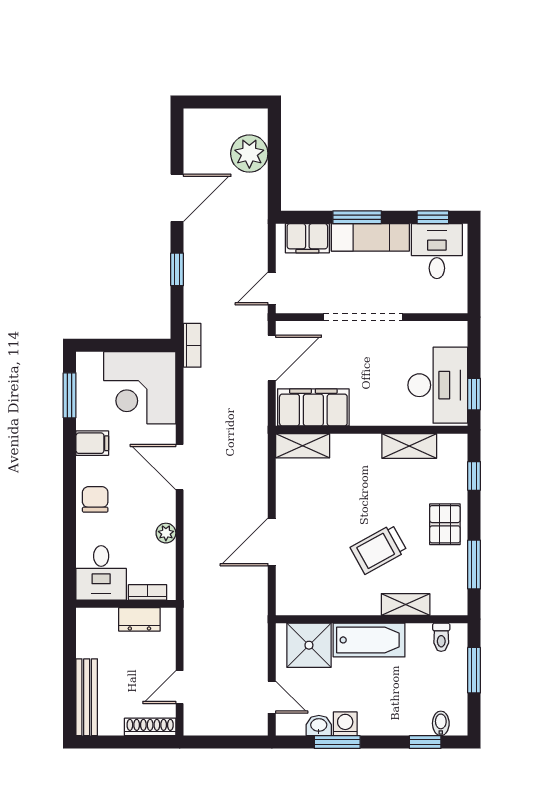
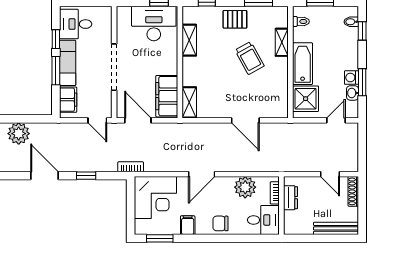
window: (433, 217) -> (56, 39), moved
plant: (166, 533) -> (245, 187), width x1.87, depth x1.87

